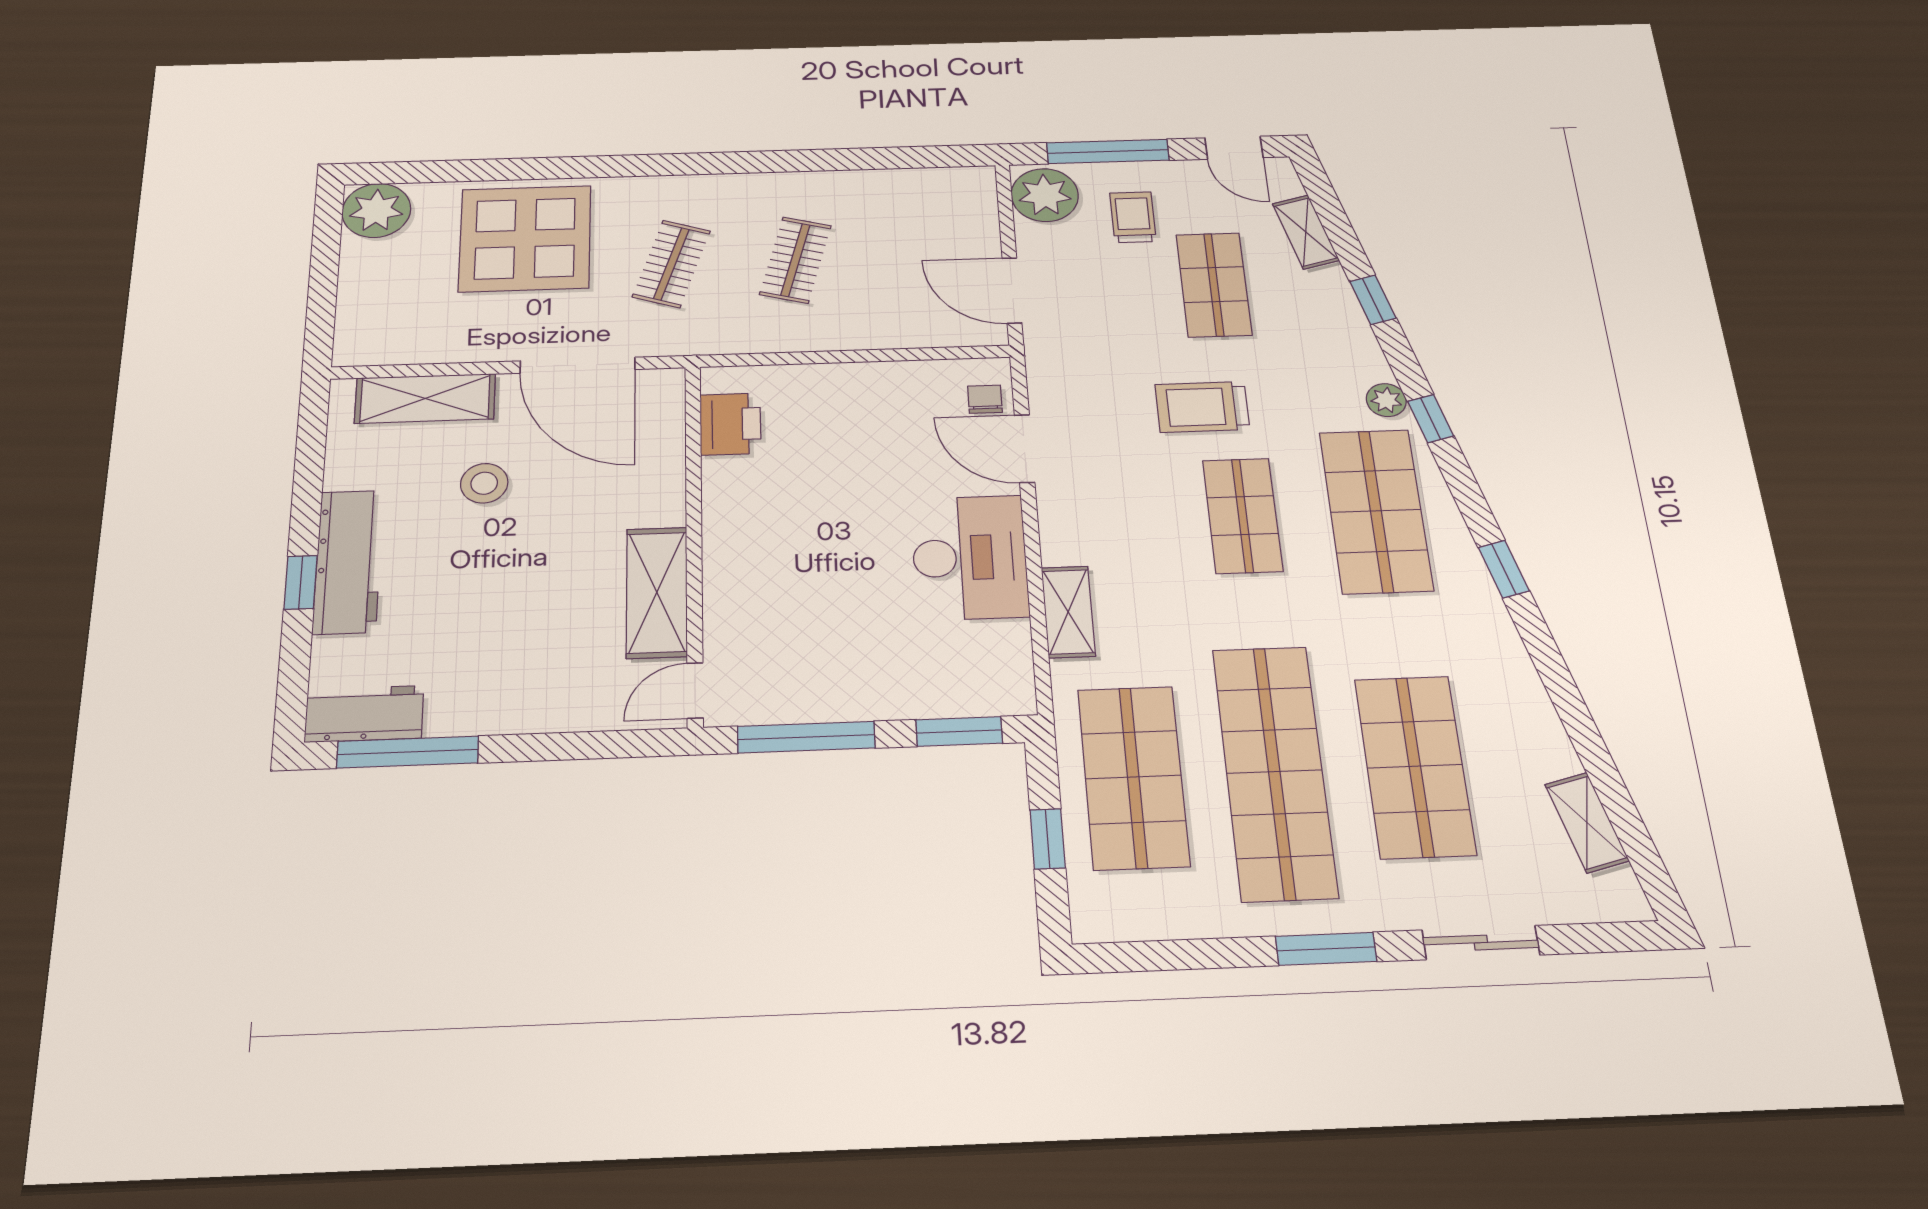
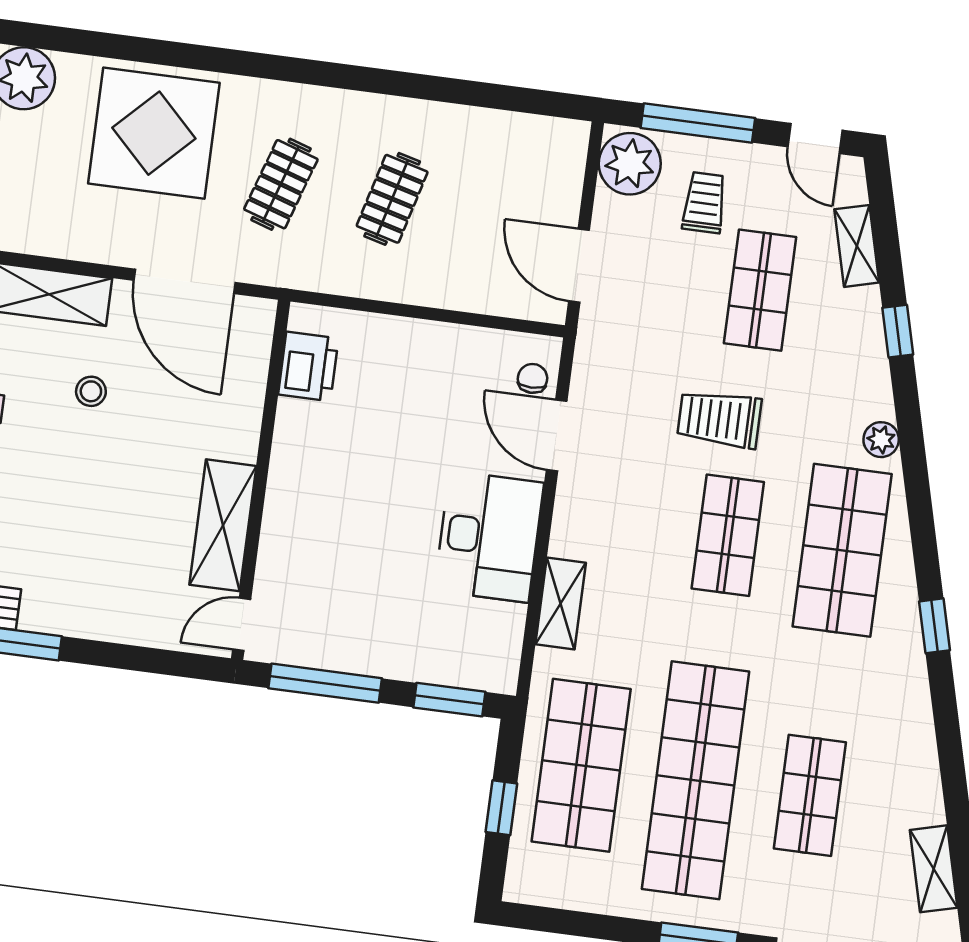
window: (1431, 419) -> (914, 465), removed
stool: (484, 483) -> (91, 391), width x0.73, depth x0.73
shop shelf: (1415, 766) -> (810, 795), width x0.70, depth x0.74

